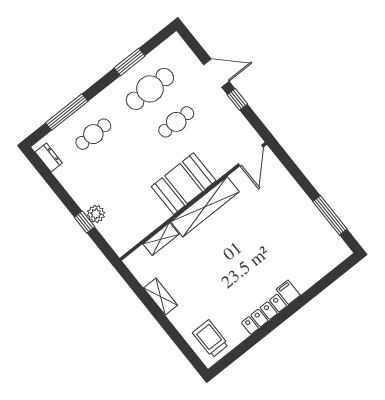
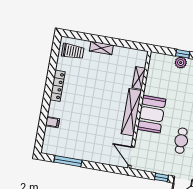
filing cabinet: (288, 292) -> (52, 122), moved
shelving: (161, 297) -> (101, 48), moved

